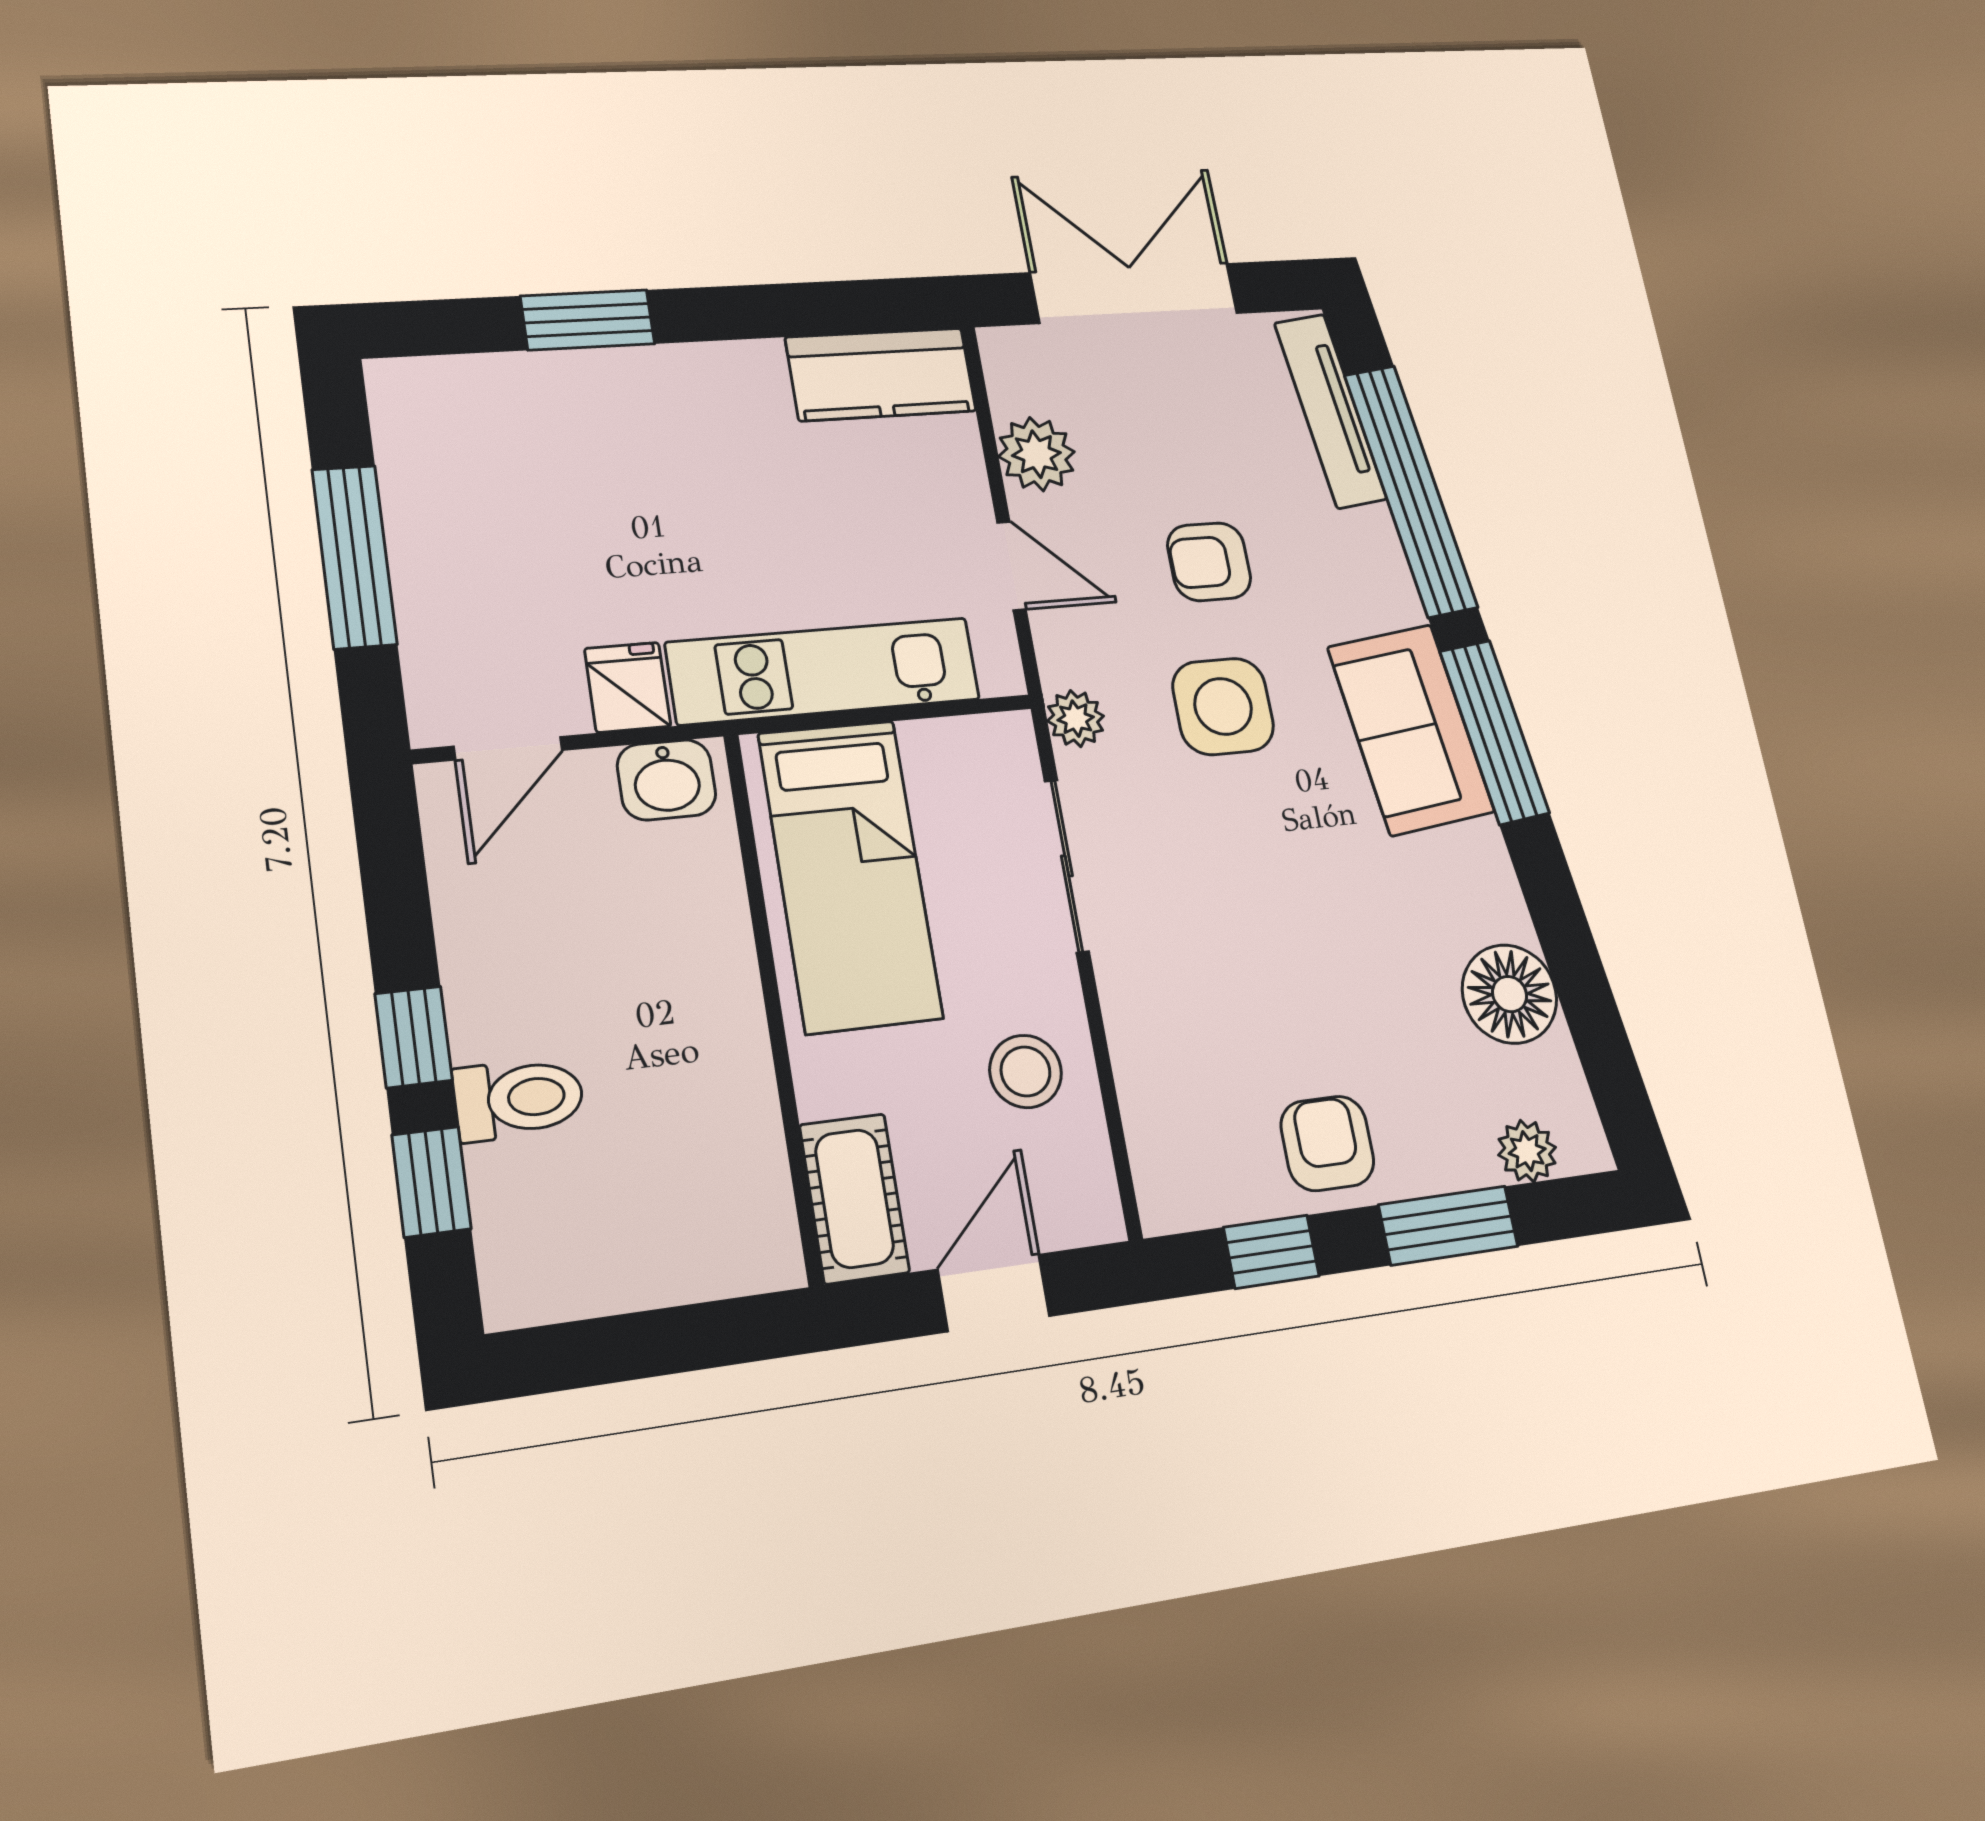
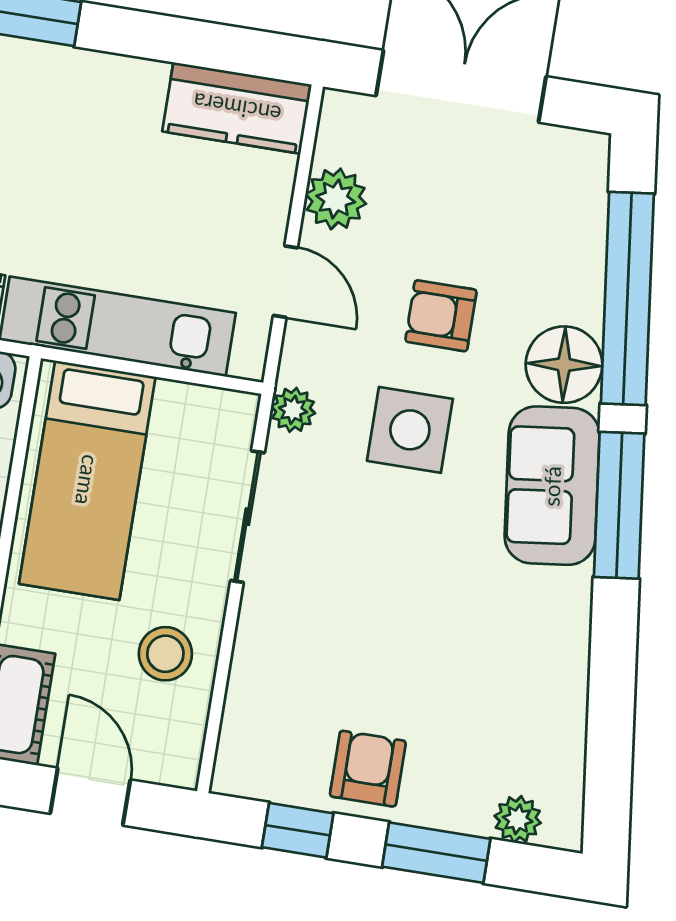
tv unit: (1330, 411) -> (586, 218), removed
floor lamp: (1510, 994) -> (564, 365), moved
door: (994, 1293) -> (90, 797), hinge flipped

